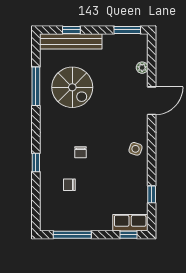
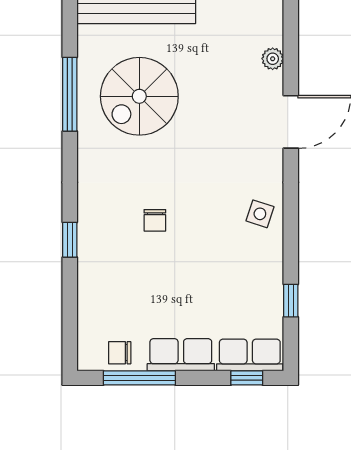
spiral stairs: (72, 87) -> (139, 96), turned 90
chair: (69, 185) -> (120, 353), moved
row of seats: (94, 223) -> (181, 355), added

